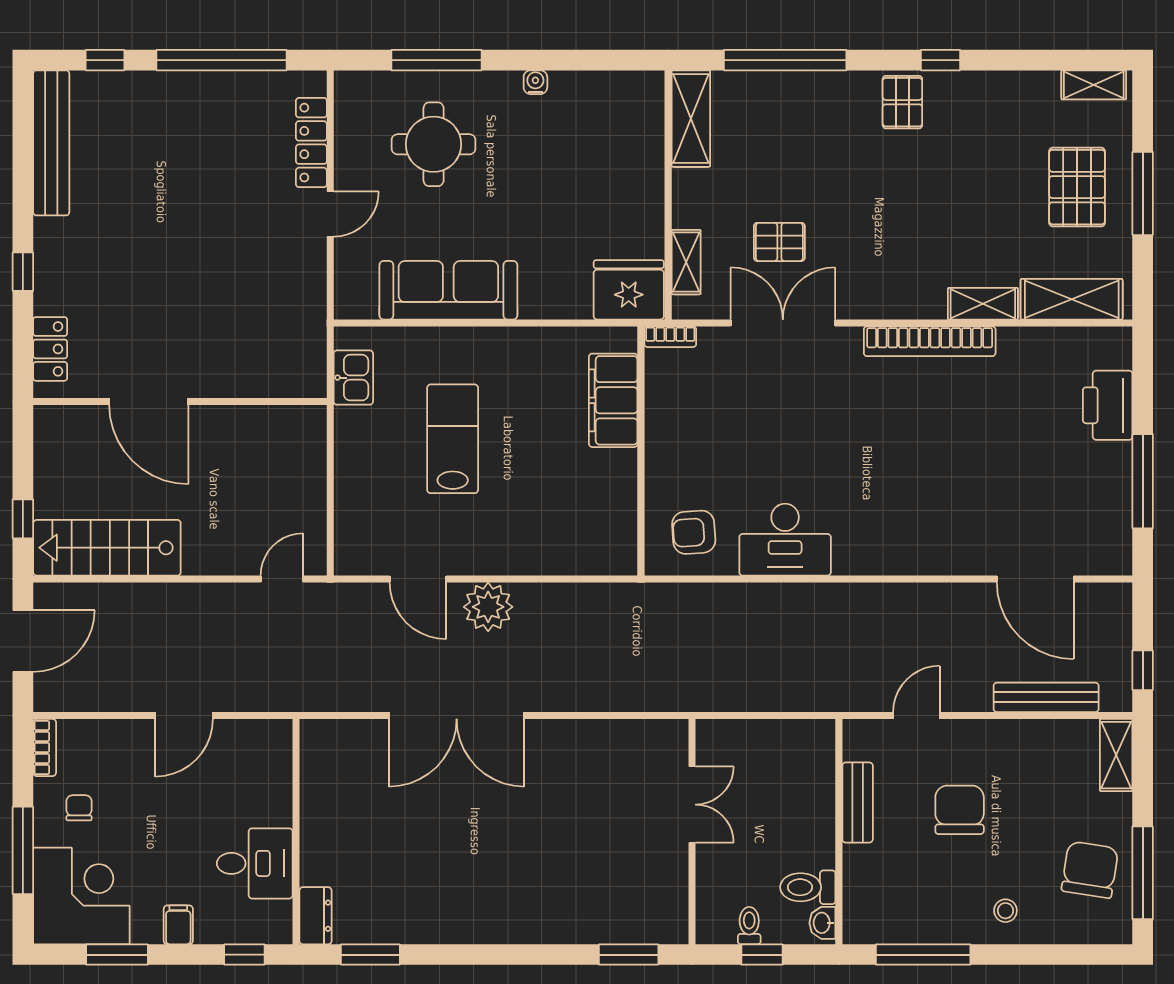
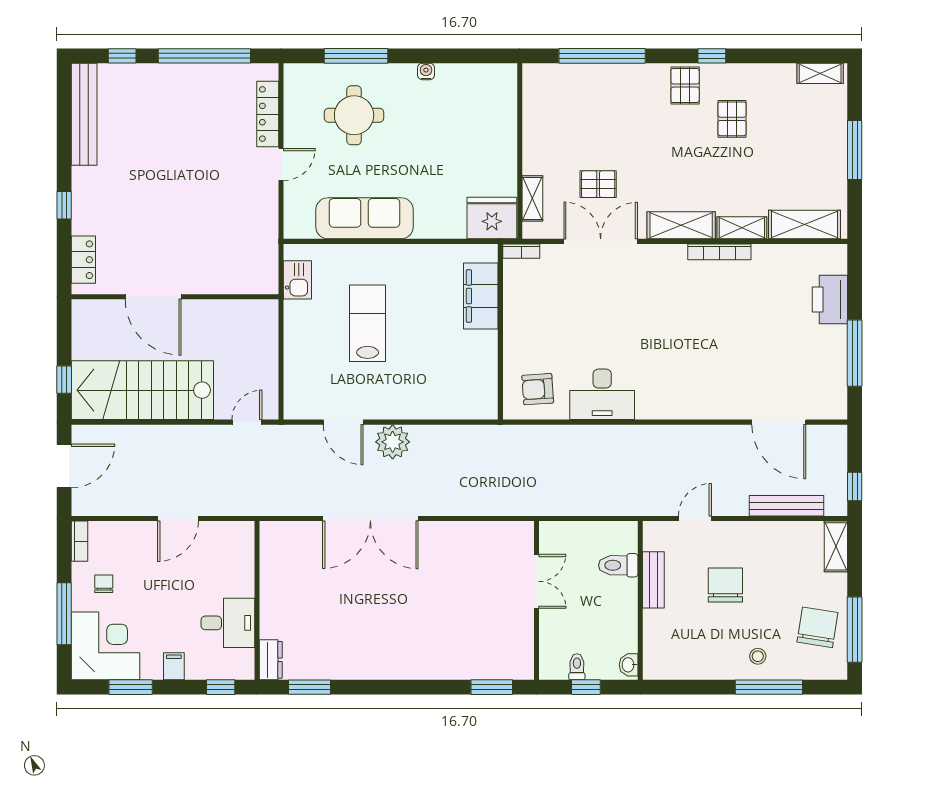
shelving: (691, 119) -> (681, 225), moved, turned 90
pallet: (1077, 187) -> (732, 119), moved, width x0.67, depth x0.71
bookcase: (930, 341) -> (719, 252), width x0.68, depth x0.76
stairs: (107, 548) -> (142, 390), width x1.36, depth x1.51
toilet: (808, 887) -> (618, 565), moved
window: (923, 955) -> (769, 687), moved

